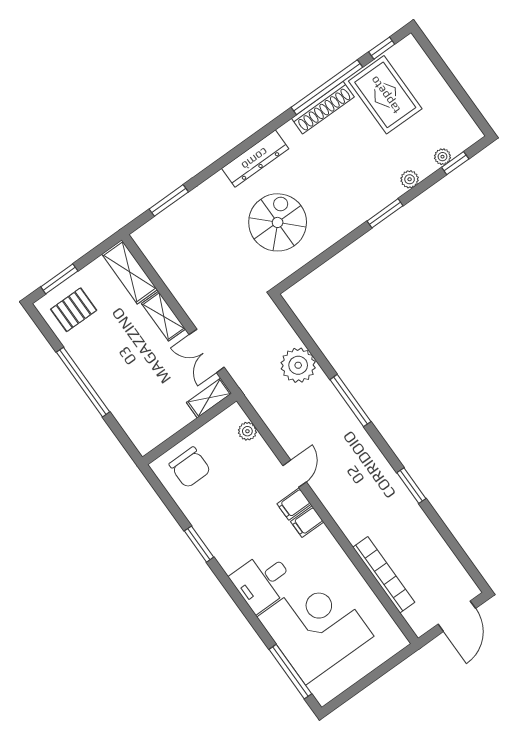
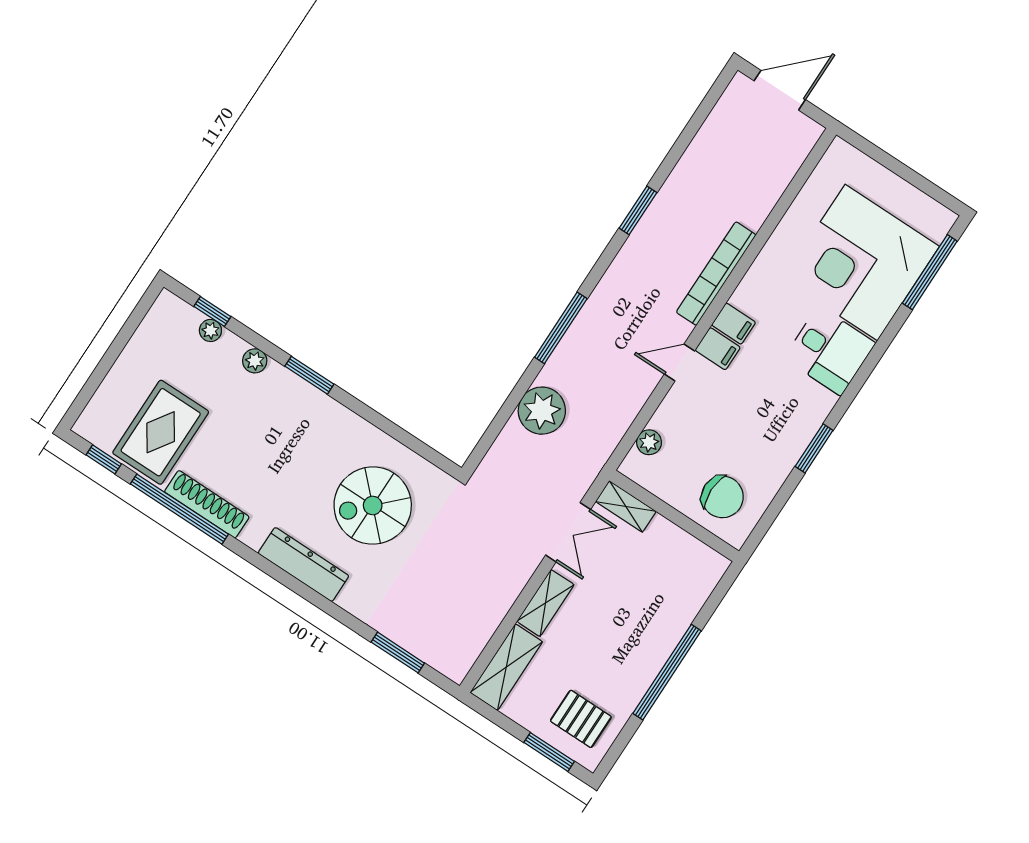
chair: (190, 467) -> (722, 497), turned 90
bookcase: (384, 575) -> (716, 274), moved

